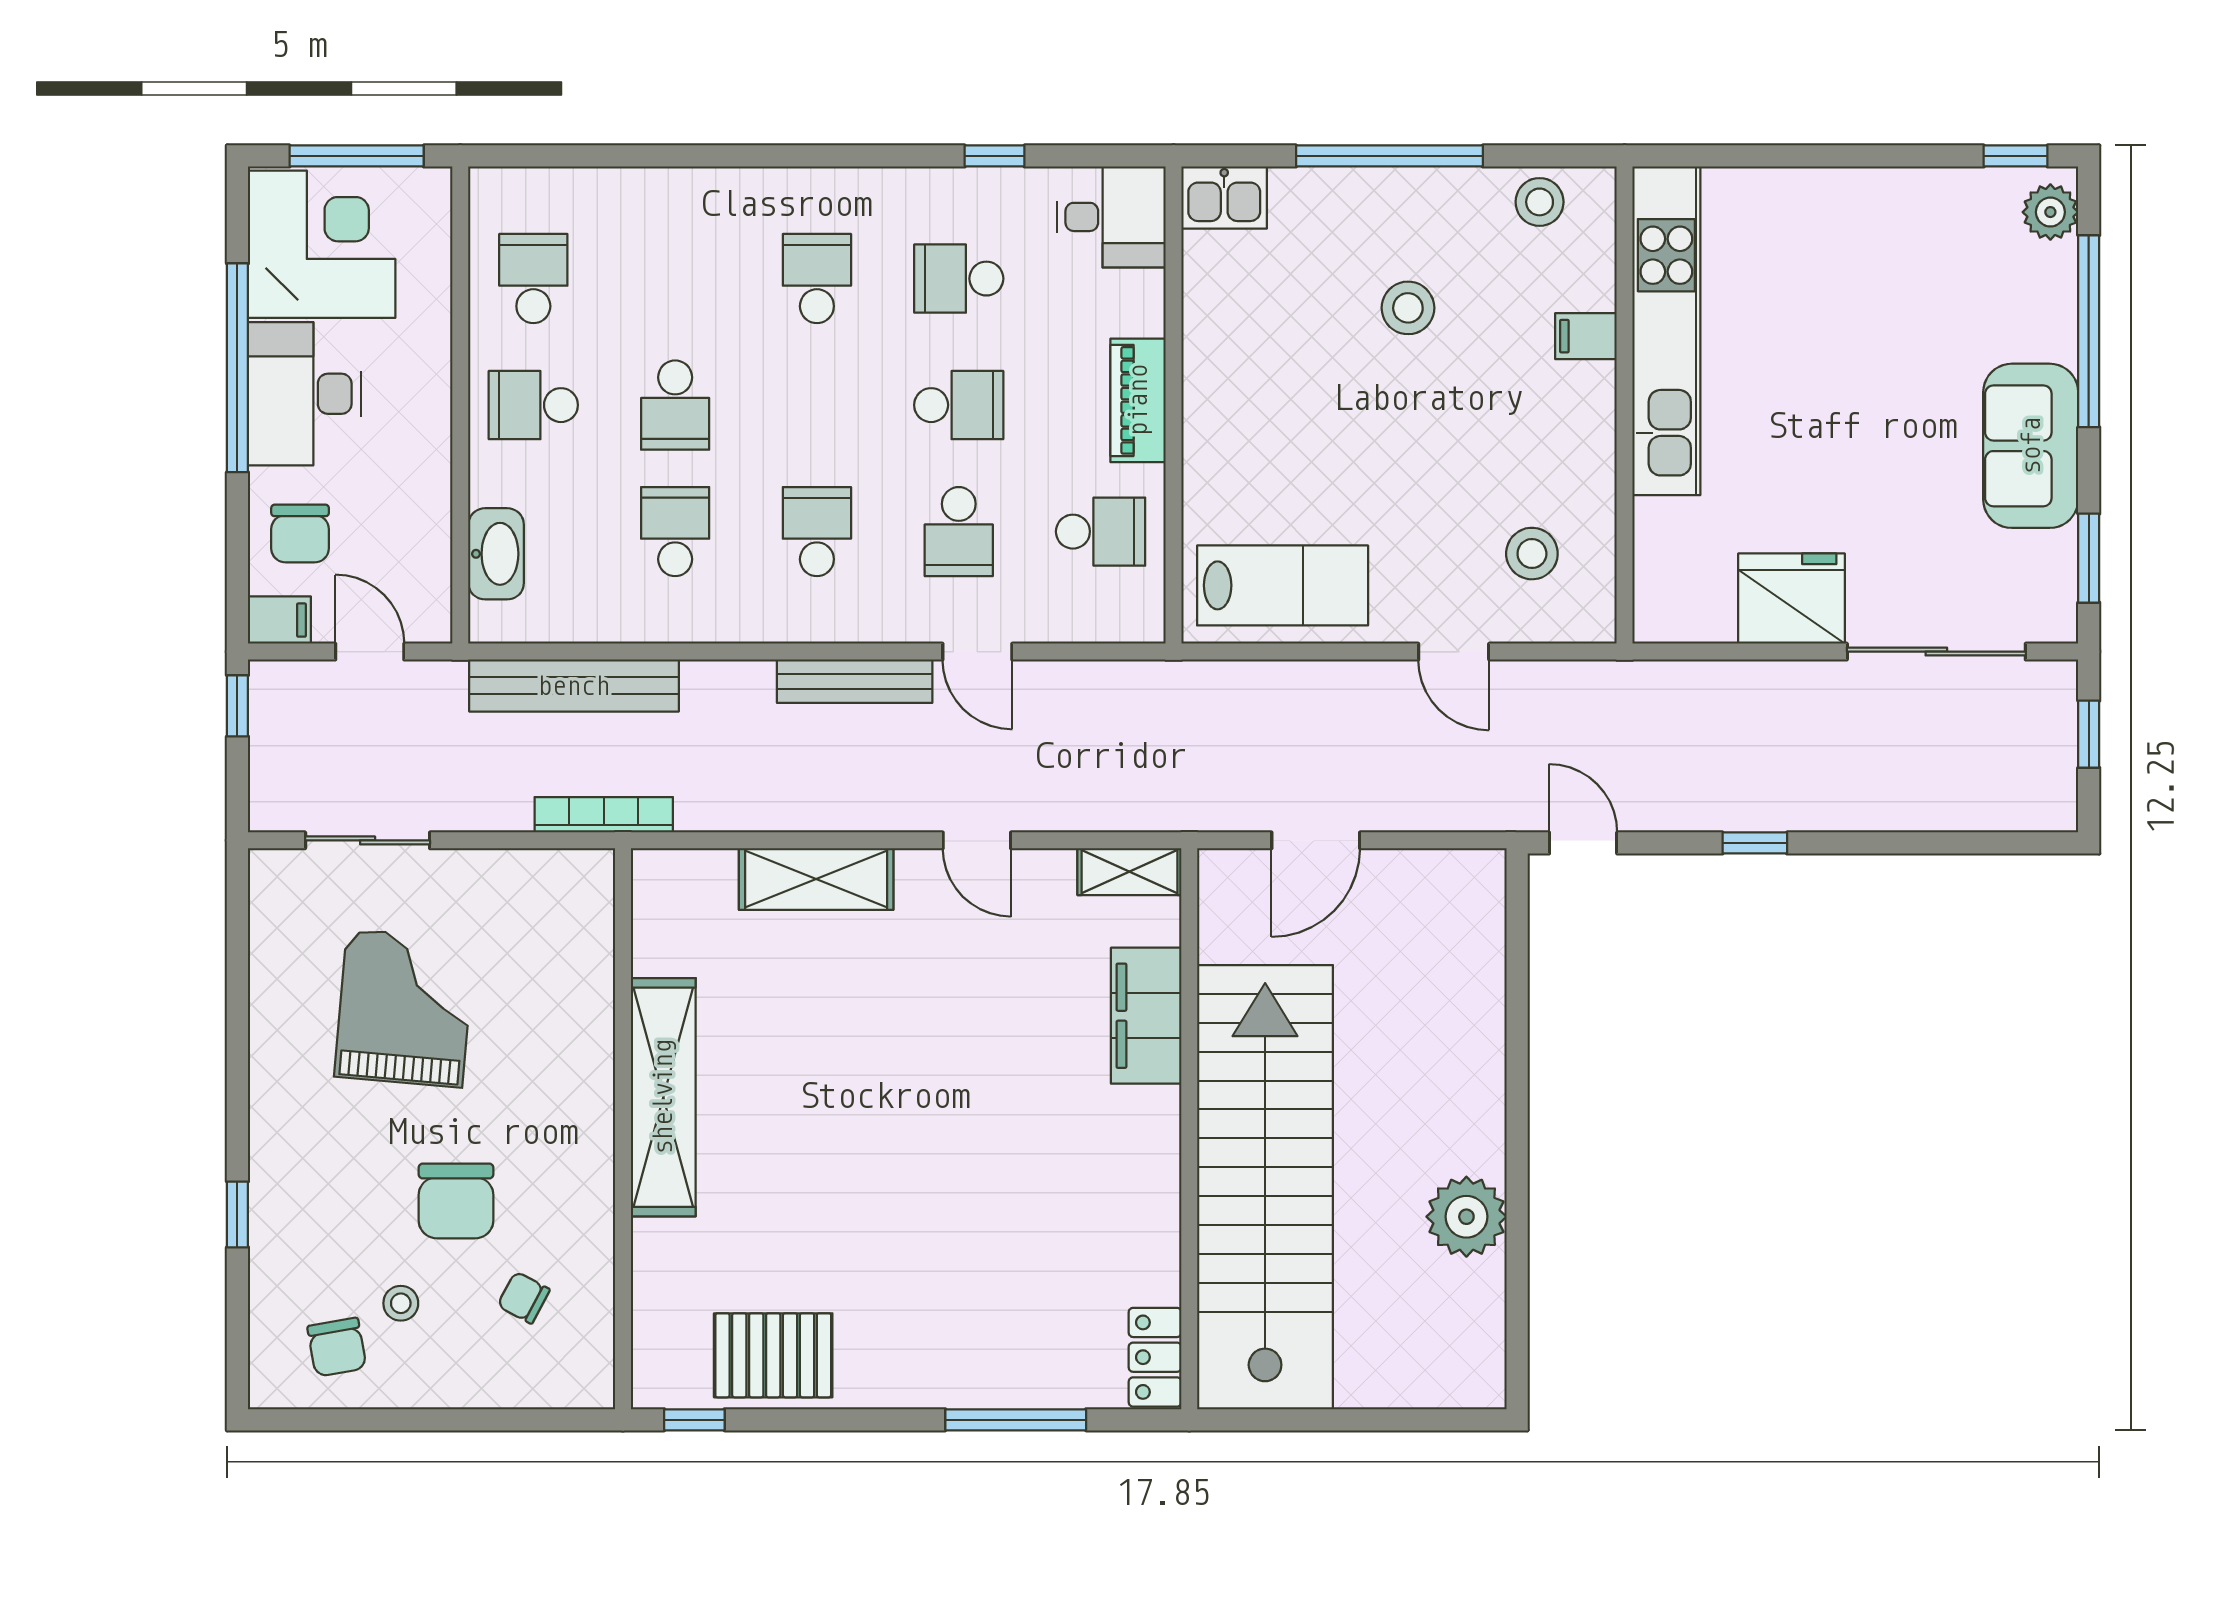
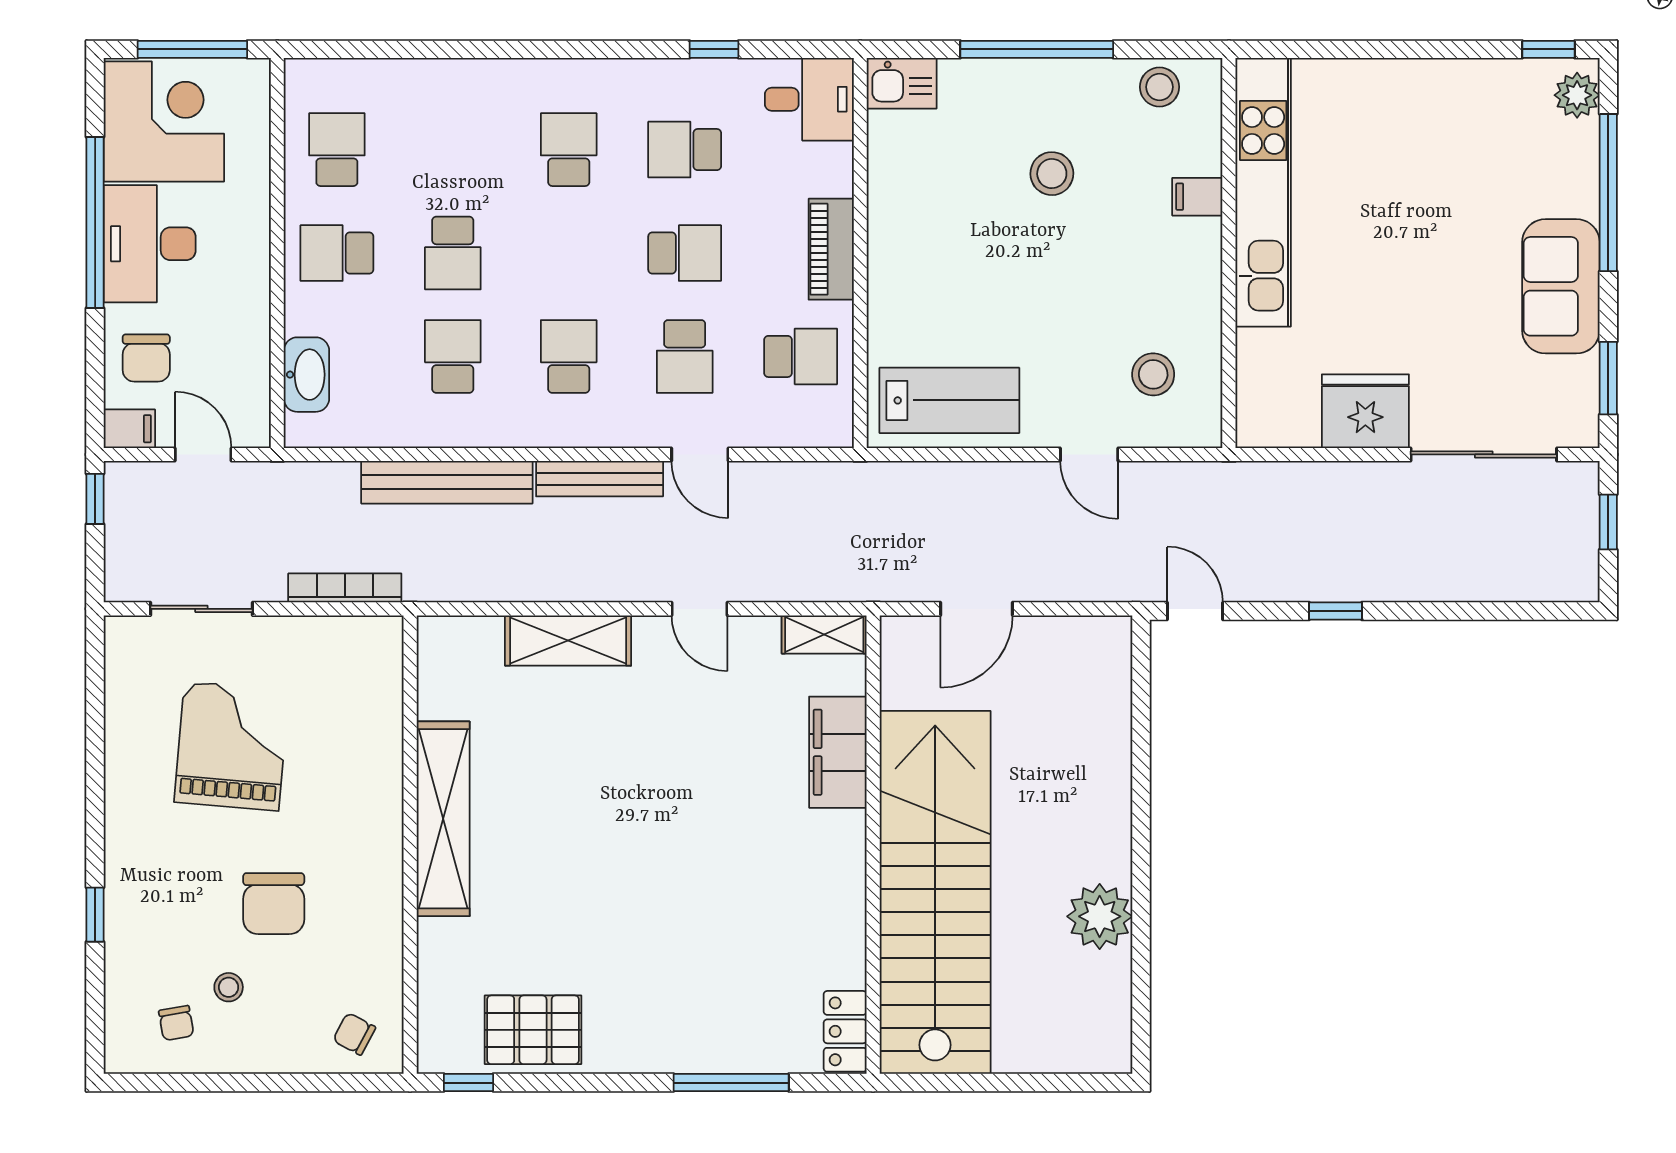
bench: (574, 686) -> (447, 482), moved
bookcase: (604, 815) -> (345, 588), moved
chair: (524, 1298) -> (354, 1034), moved
chair: (337, 1347) -> (176, 1023), width x0.73, depth x0.73

